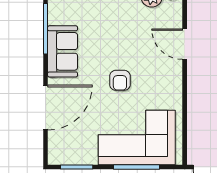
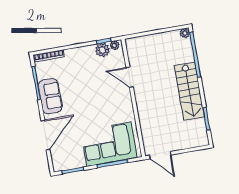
armchair: (120, 80) -> (91, 109), removed

